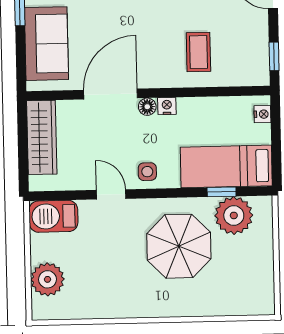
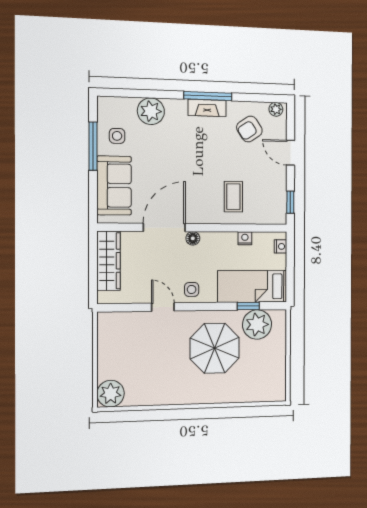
nightstand: (167, 106) -> (245, 238), moved
barbecue: (53, 216) -> (117, 324), removed
plant: (48, 279) -> (111, 394), moved

